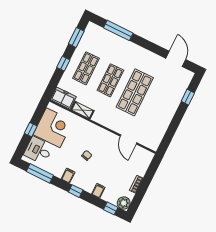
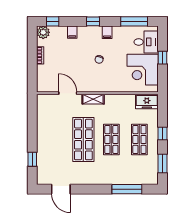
shelving: (82, 110) -> (93, 99), moved

